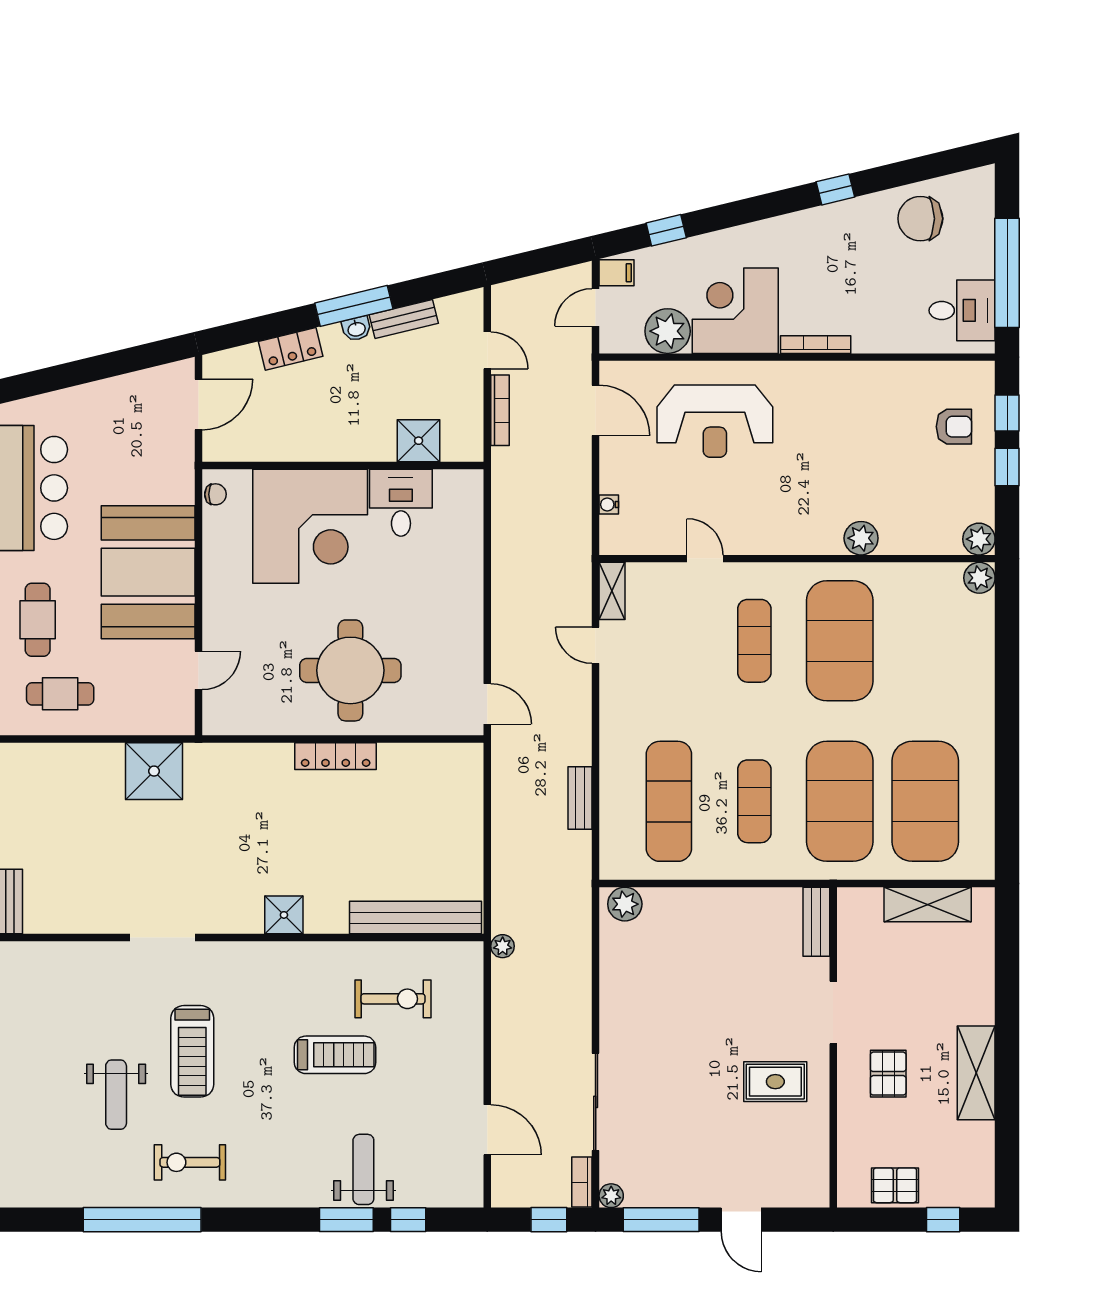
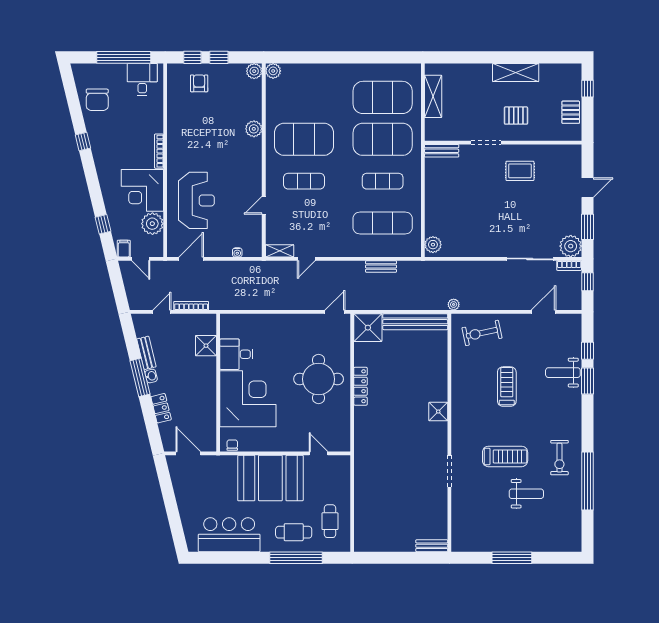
shower: (154, 771) -> (368, 328), moved
bench: (416, 918) -> (415, 322), moved, turned 90
exercise bike: (393, 999) -> (482, 333), moved, turned -102
rug: (775, 1082) -> (520, 171), turned 90
plant: (611, 1196) -> (571, 246), width x1.88, depth x1.88
window: (661, 1220) -> (588, 227), width x0.69

